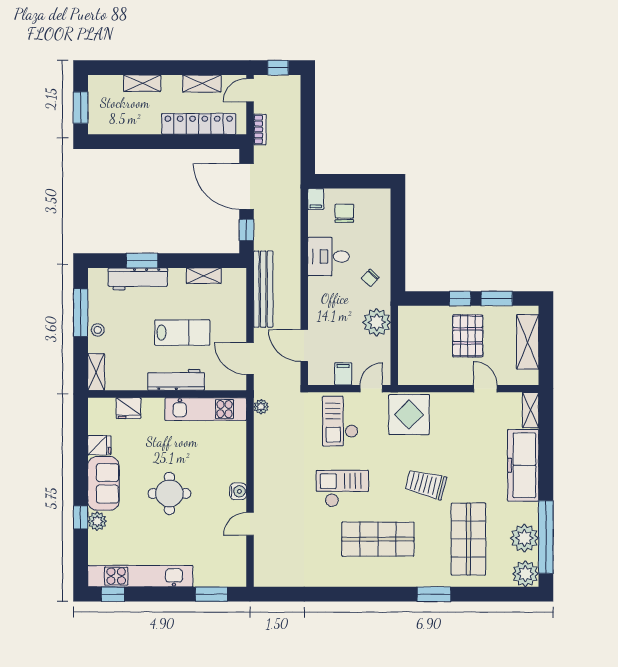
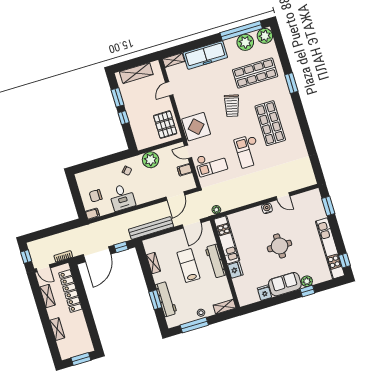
pallet: (468, 336) -> (165, 125), moved, turned 90
fridge: (129, 408) -> (235, 270), moved

